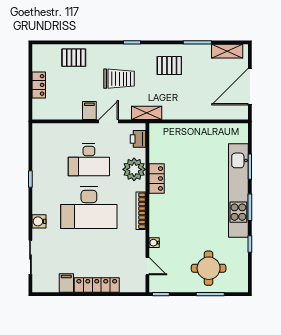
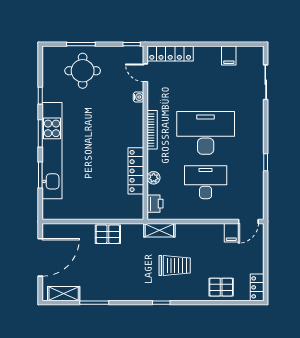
pallet: (169, 66) -> (108, 234), moved
trolley: (119, 79) -> (175, 266), turned 180
locker: (39, 85) -> (257, 287), moved
filing cabinet: (89, 111) -> (231, 233), moved
shelving: (147, 113) -> (159, 230), moved
door: (109, 121) -> (248, 222), moved
plant: (134, 169) -> (154, 178), width x0.53, depth x0.53
locker: (157, 178) -> (136, 171), width x1.53
water cooler: (39, 221) -> (257, 119), removed
locker: (97, 285) -> (170, 54), moved

